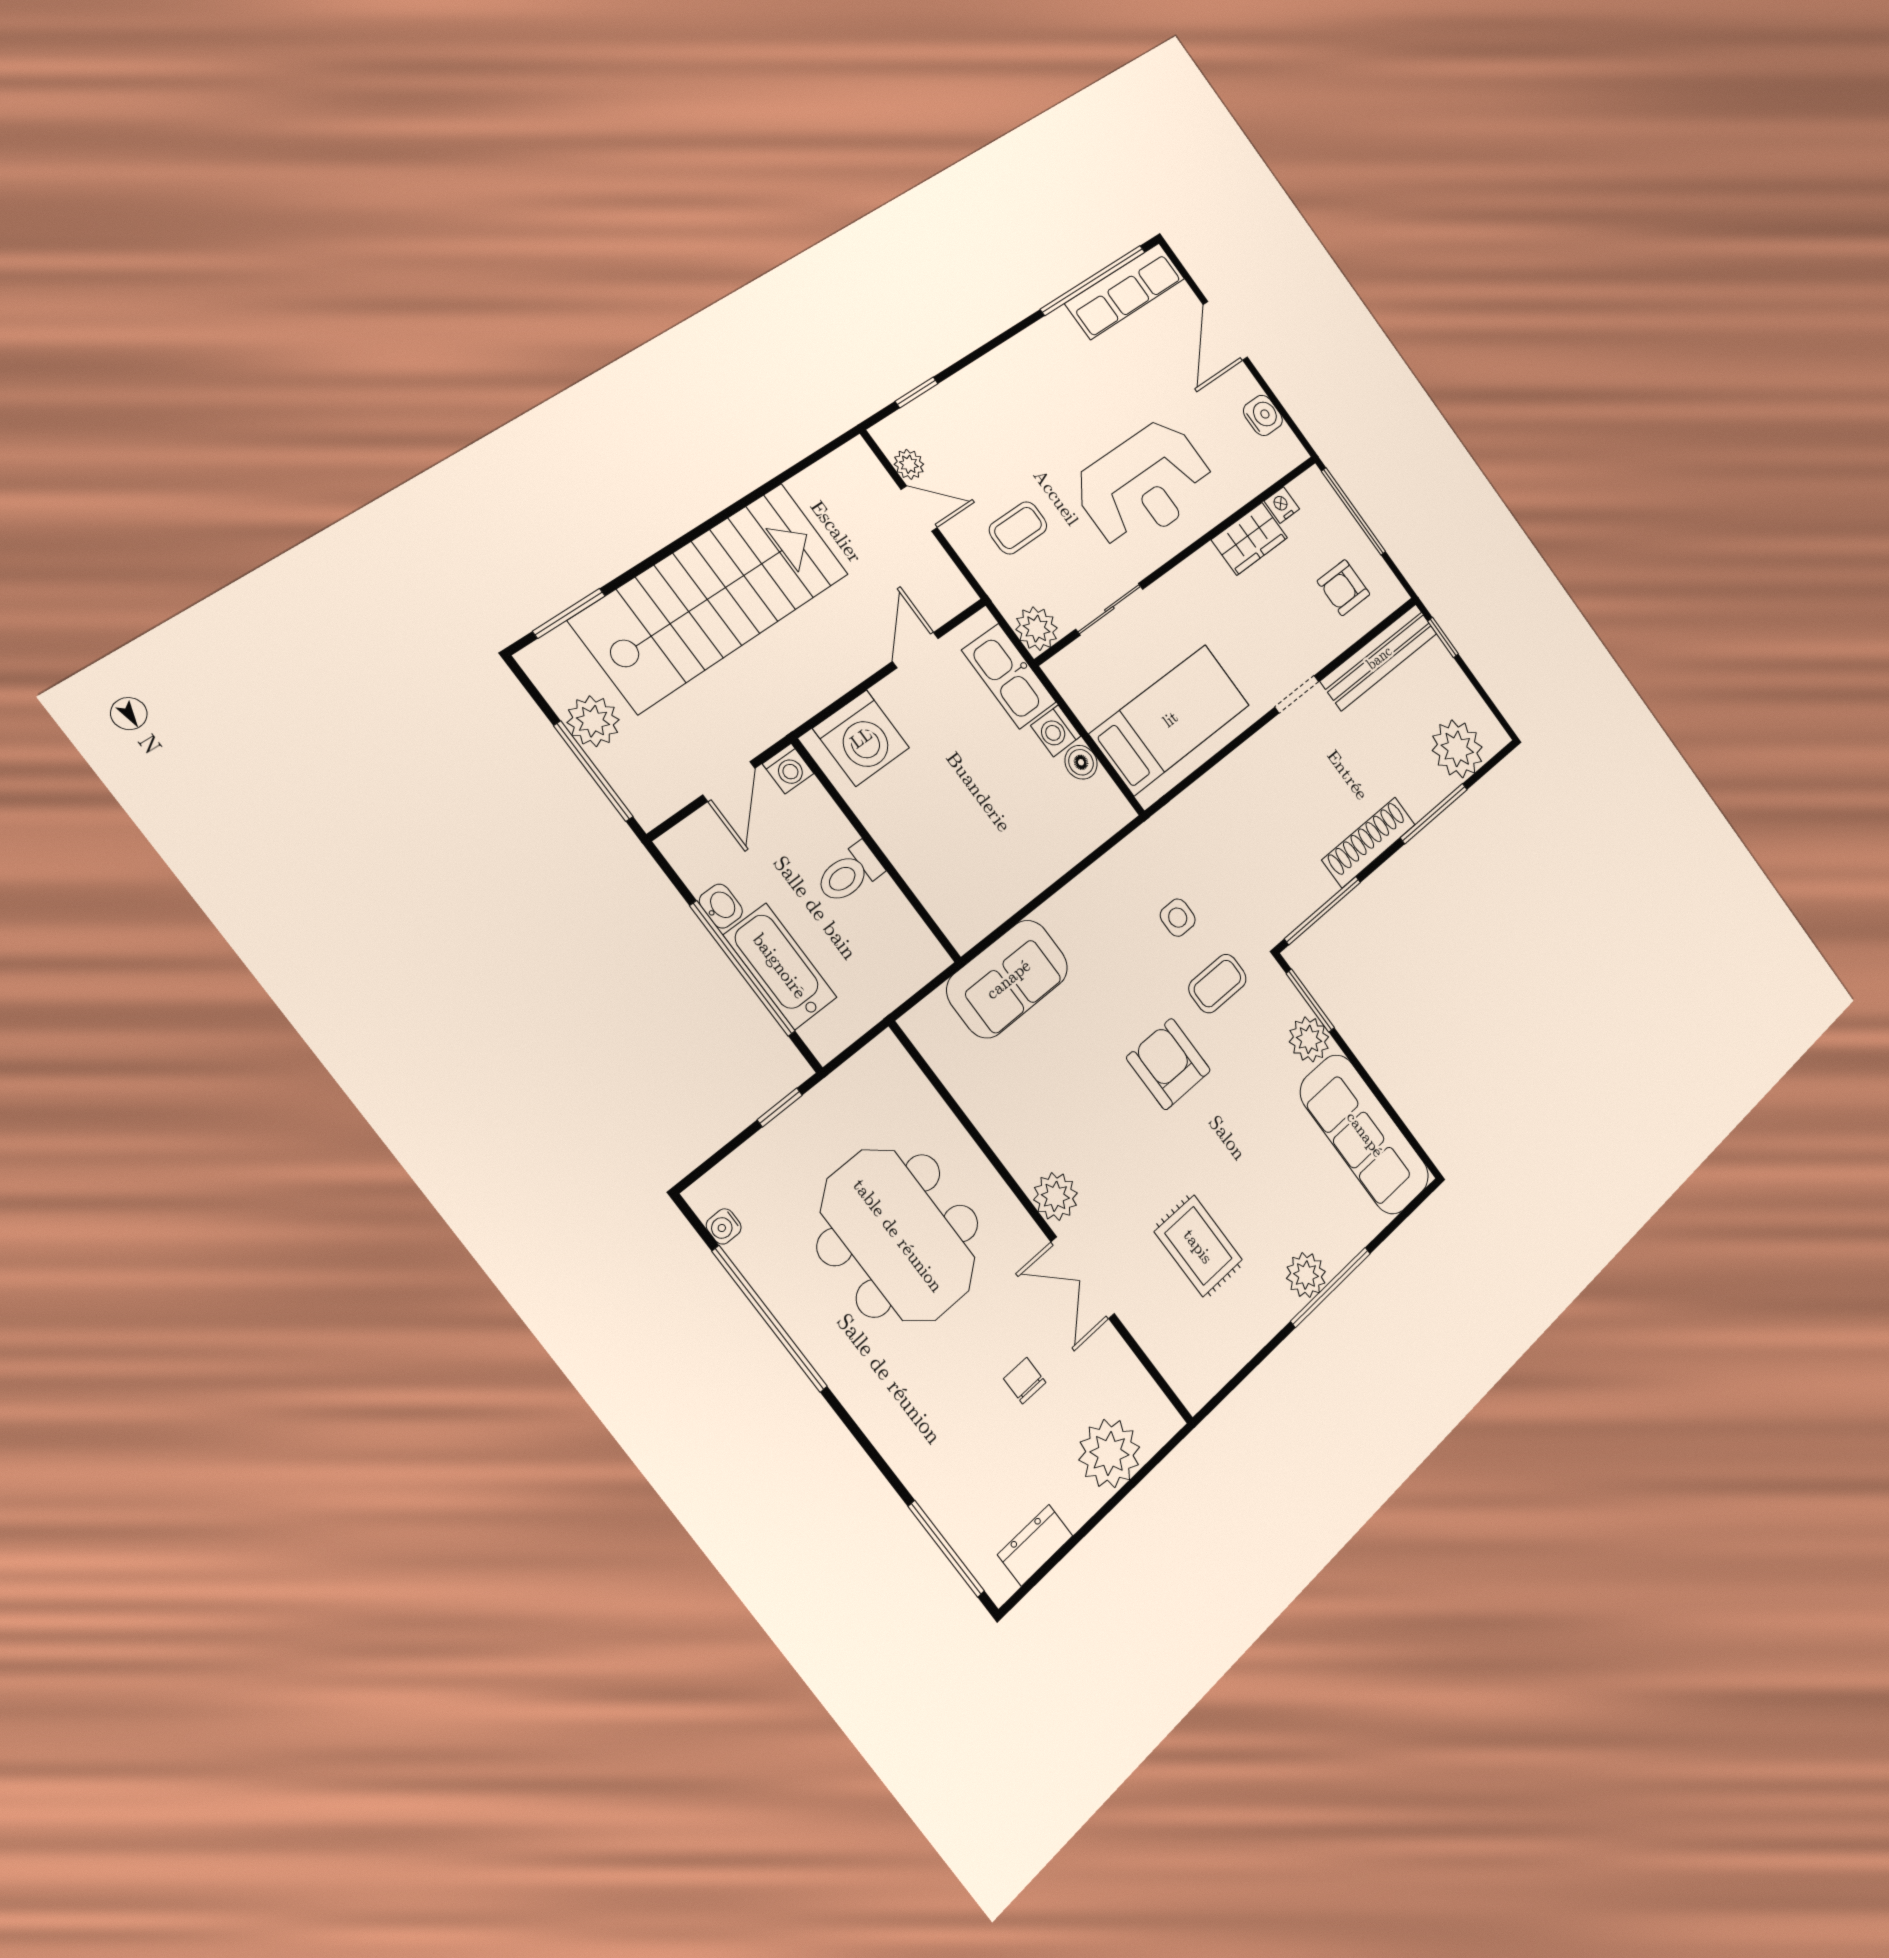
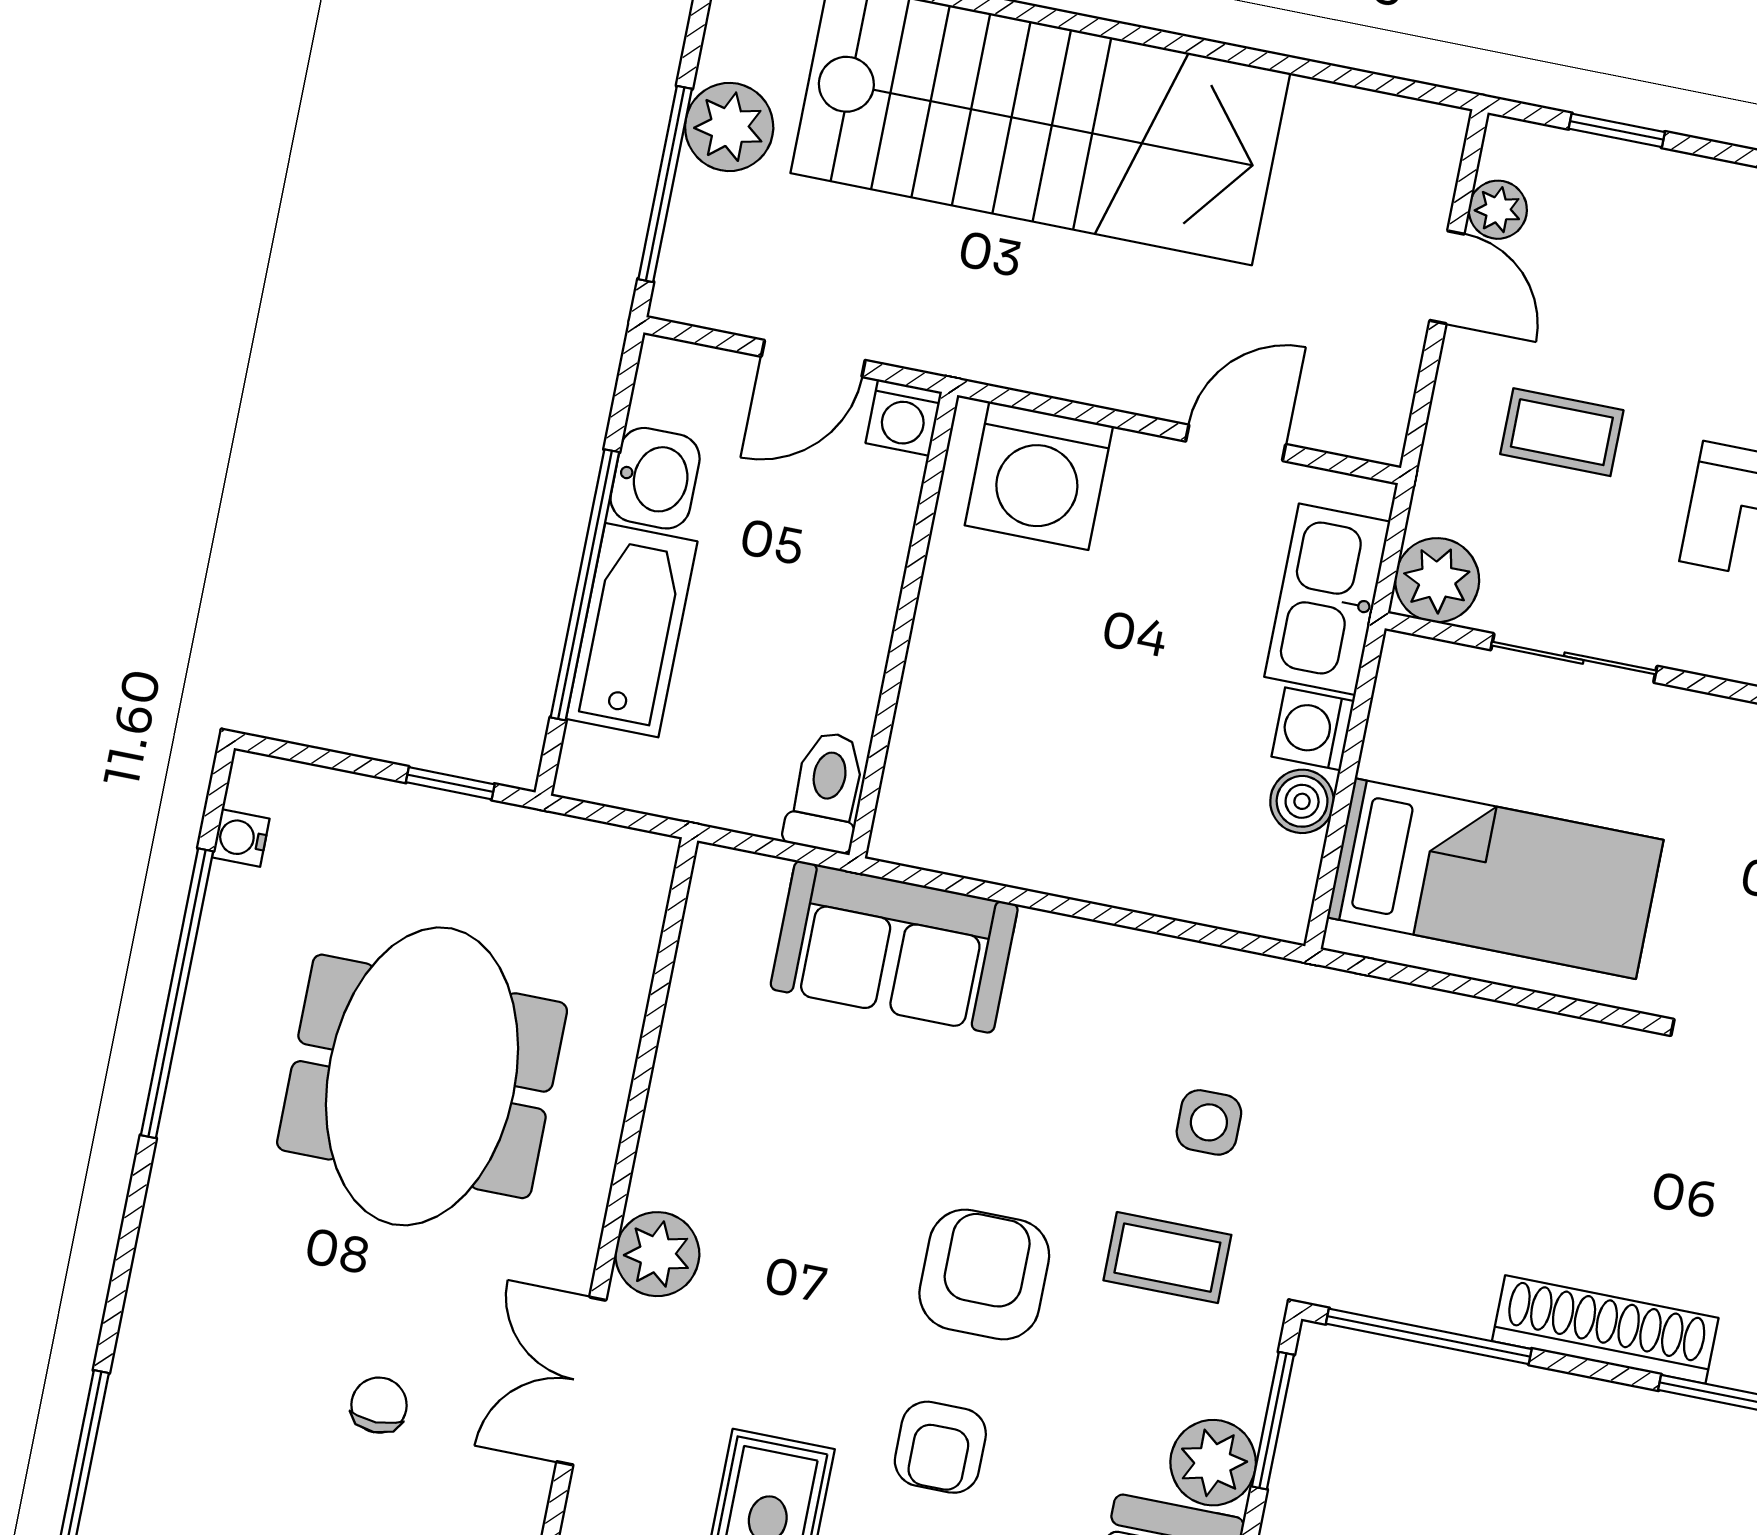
toilet: (849, 873) -> (826, 791), moved, turned 90
washbasin: (721, 906) -> (655, 478), width x1.38, depth x1.45
armchair: (1223, 1146) -> (940, 1447), added

